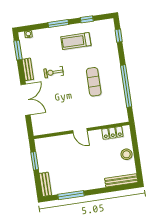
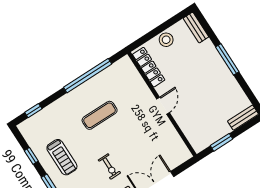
locker: (112, 133) -> (149, 67), width x1.53
bench: (121, 180) -> (196, 28), width x0.73
window: (71, 195) -> (227, 59), moved

